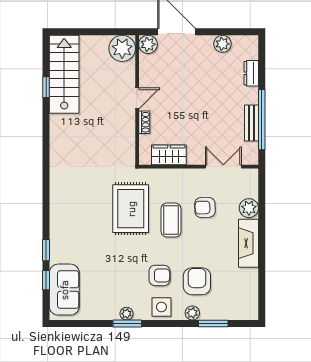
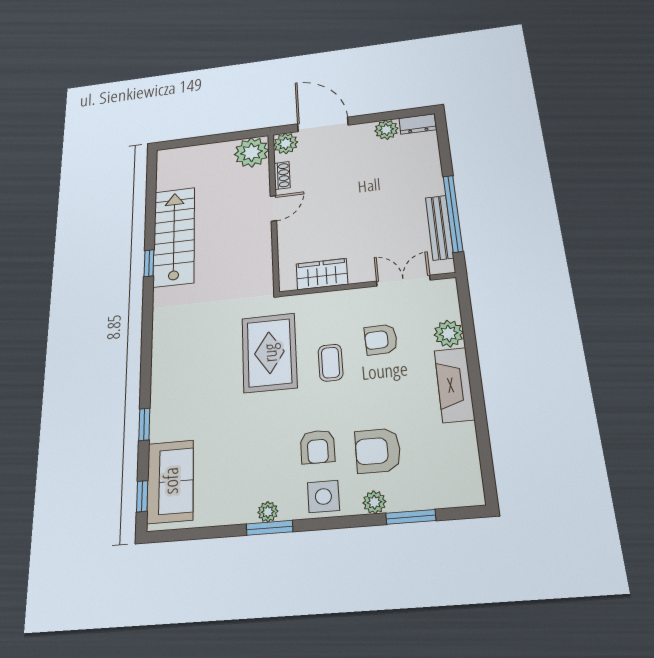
dresser: (251, 73) -> (418, 124), moved, turned -90
stairs: (64, 74) -> (174, 237), moved
window: (46, 87) -> (149, 263), moved
shoe rack: (144, 122) -> (282, 175), moved
bench: (252, 123) -> (439, 228), width x1.36
coffee table: (171, 220) -> (331, 363), width x0.73, depth x0.77
armchair: (160, 275) -> (318, 447), turned 90
window: (46, 280) -> (142, 496), moved
armchair: (197, 281) -> (378, 451), turned -90

